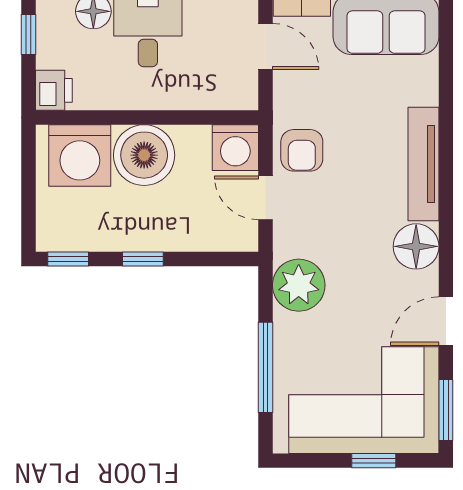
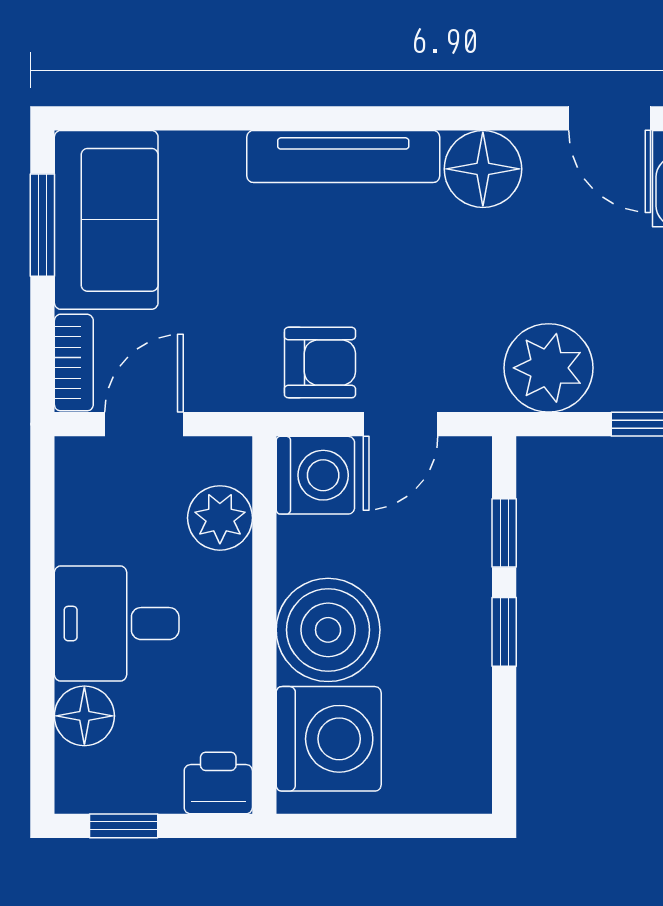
plant: (210, 91) -> (220, 518), added
window: (68, 259) -> (504, 533), moved

